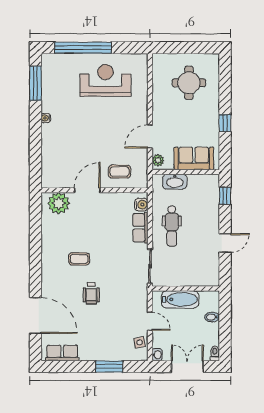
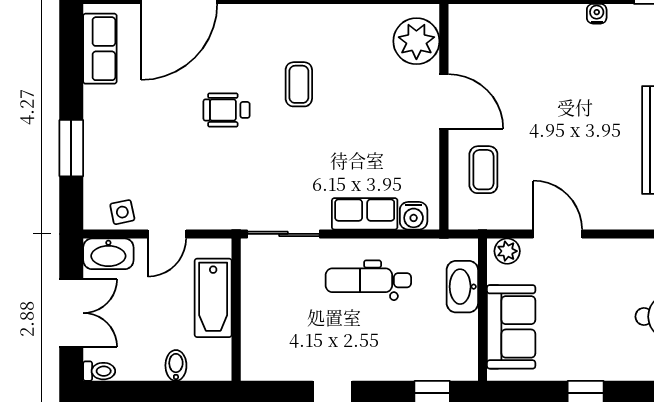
washbasin: (157, 355) -> (108, 254), width x1.91, depth x1.45

